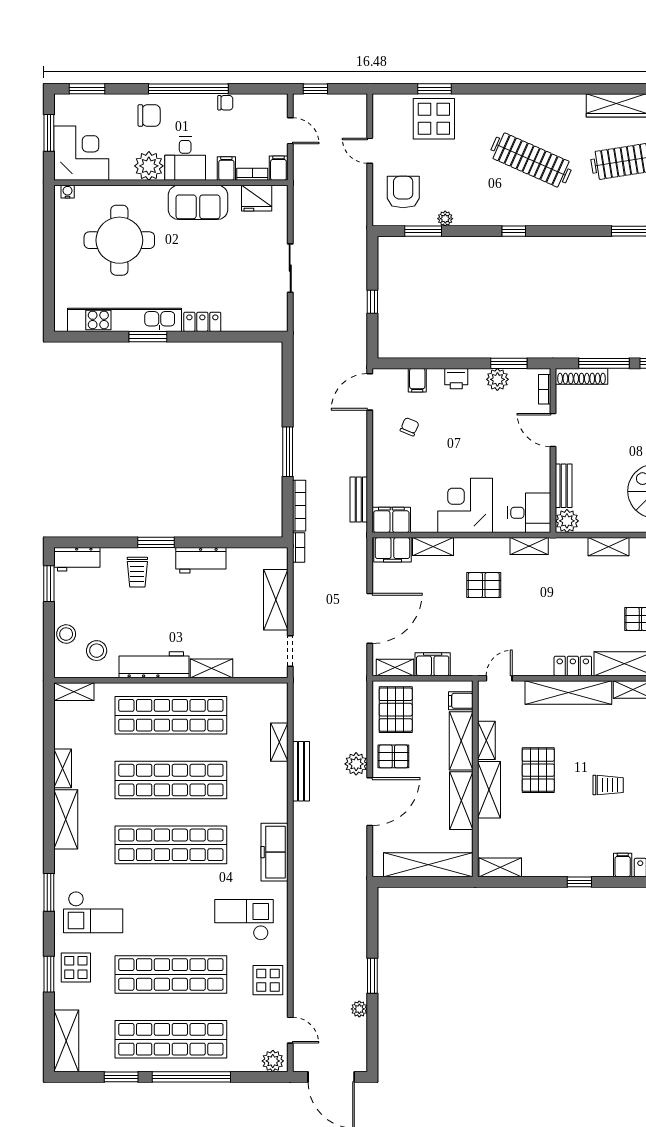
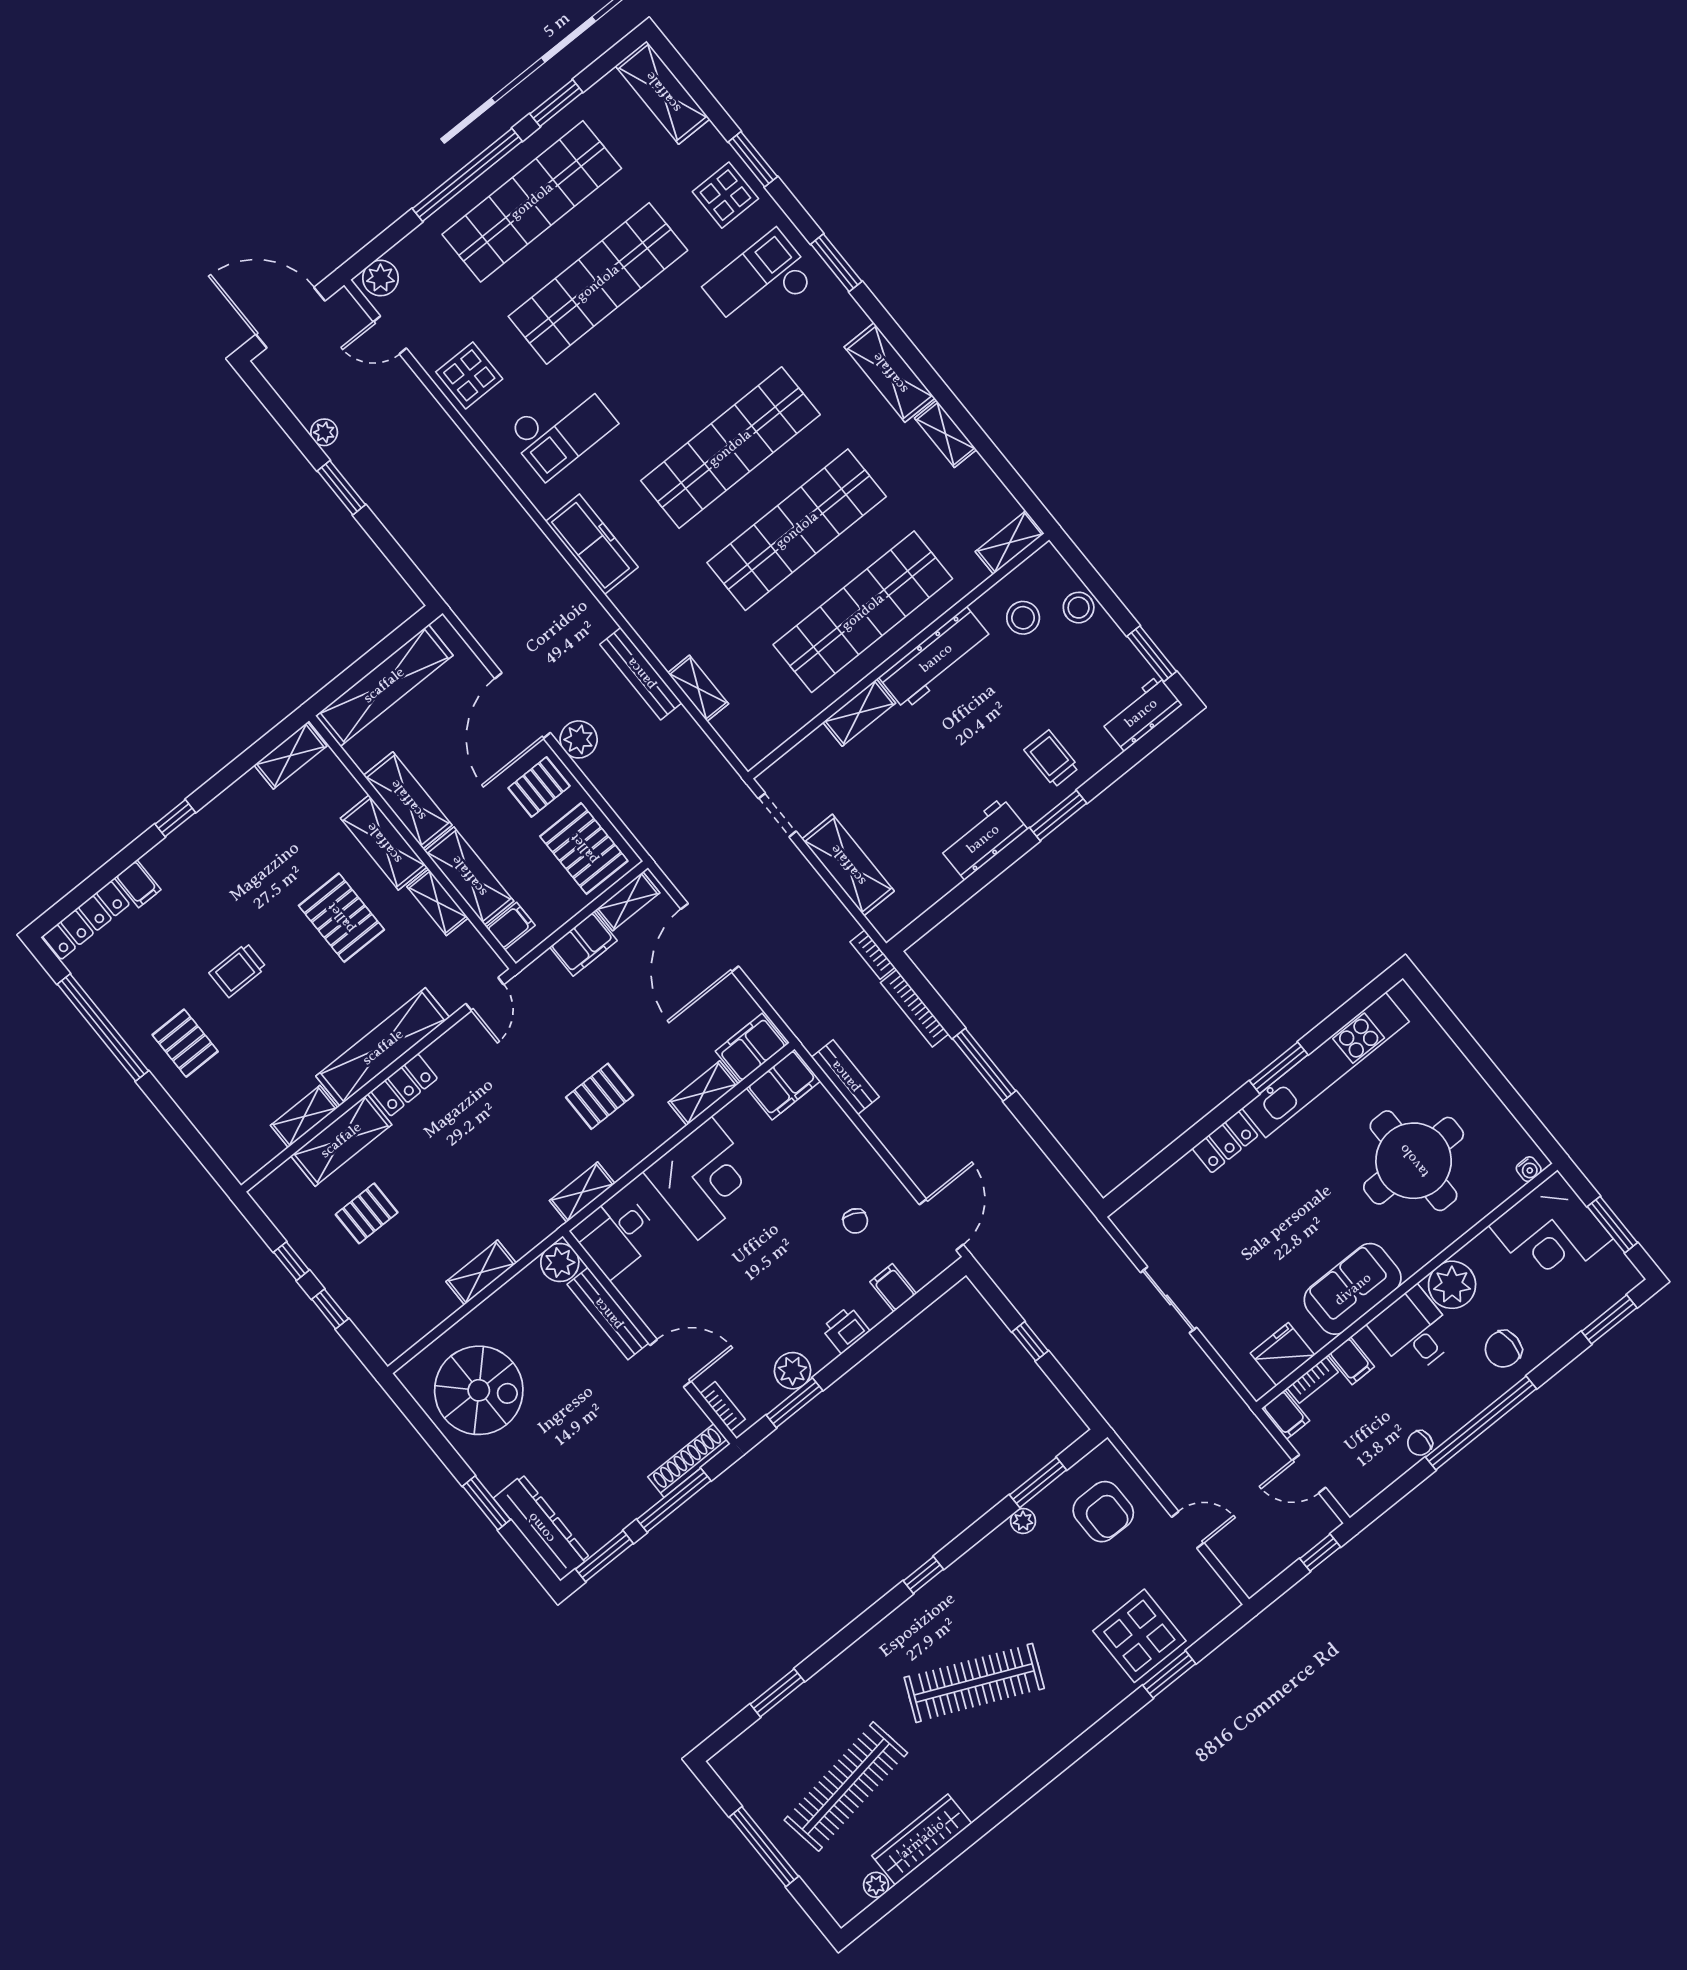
bench: (564, 486) -> (608, 1314), width x1.36

